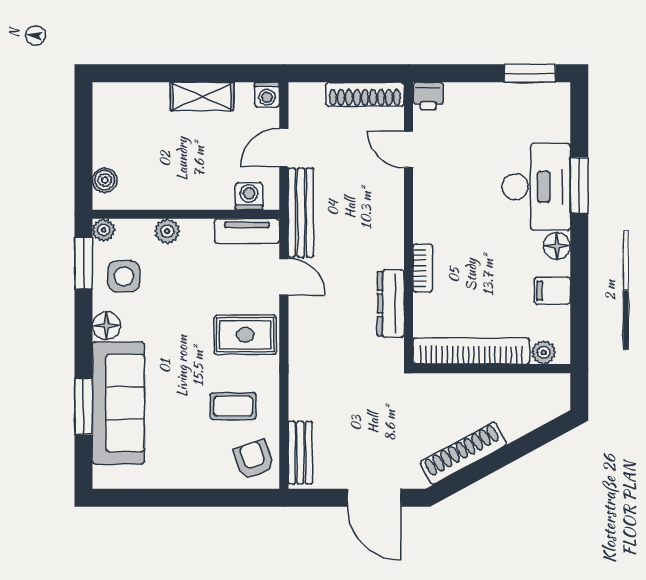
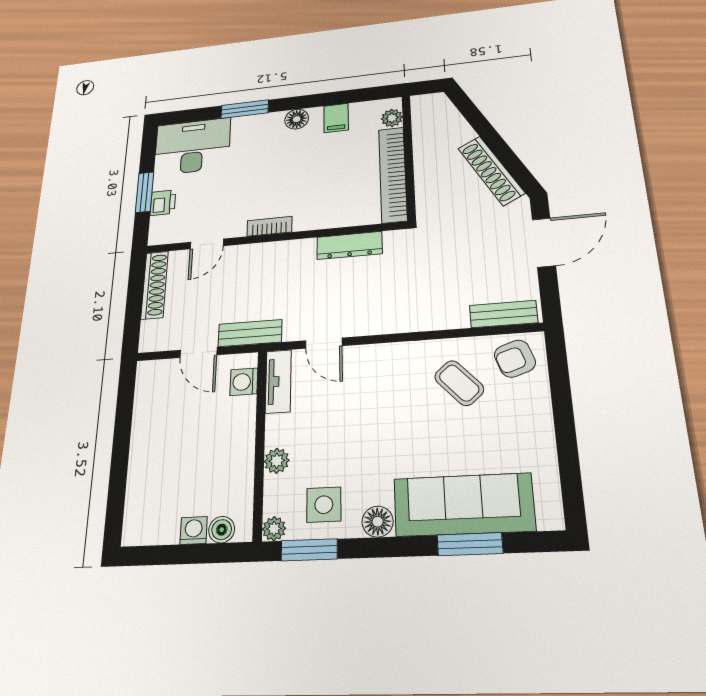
window: (530, 73) -> (145, 192), moved
washing machine: (267, 95) -> (194, 531), moved, turned -90
shelving: (202, 96) -> (144, 433), removed
printer: (428, 96) -> (163, 203), moved
desk: (536, 187) -> (192, 146), moved
bench: (301, 213) -> (250, 333), width x0.73
bookcase: (423, 268) -> (270, 226), moved
door: (284, 277) -> (324, 343), swing flipped
rug: (245, 335) -> (383, 376), removed
coffee table: (233, 406) -> (459, 383), turned -42

